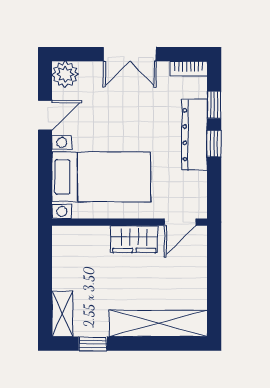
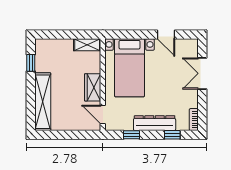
double door: (130, 54) -> (202, 73), moved
plant: (65, 74) -> (190, 46), removed
window: (214, 144) -> (131, 135), moved
shelving: (62, 314) -> (87, 45), moved

